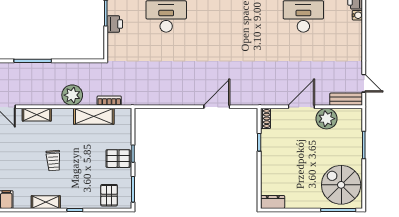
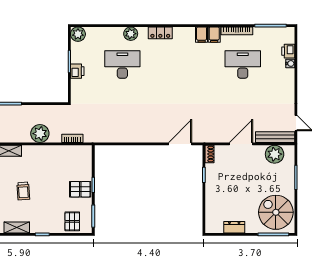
bench: (346, 99) -> (275, 137), width x1.36
door: (217, 107) -> (180, 144), moved
shelving: (94, 116) -> (59, 152), removed
plant: (327, 119) -> (275, 154), moved
dresser: (273, 202) -> (234, 227), moved

